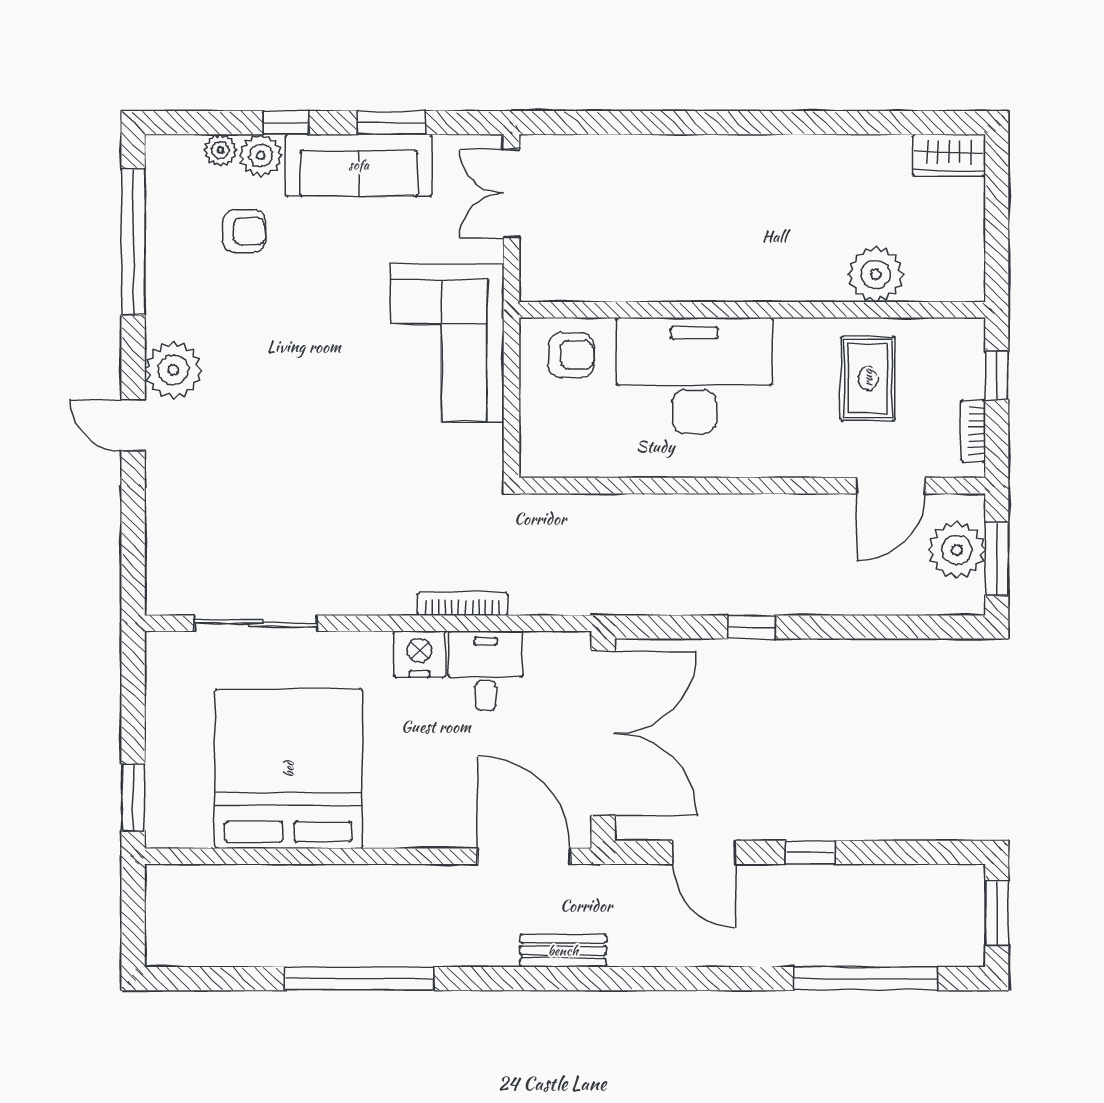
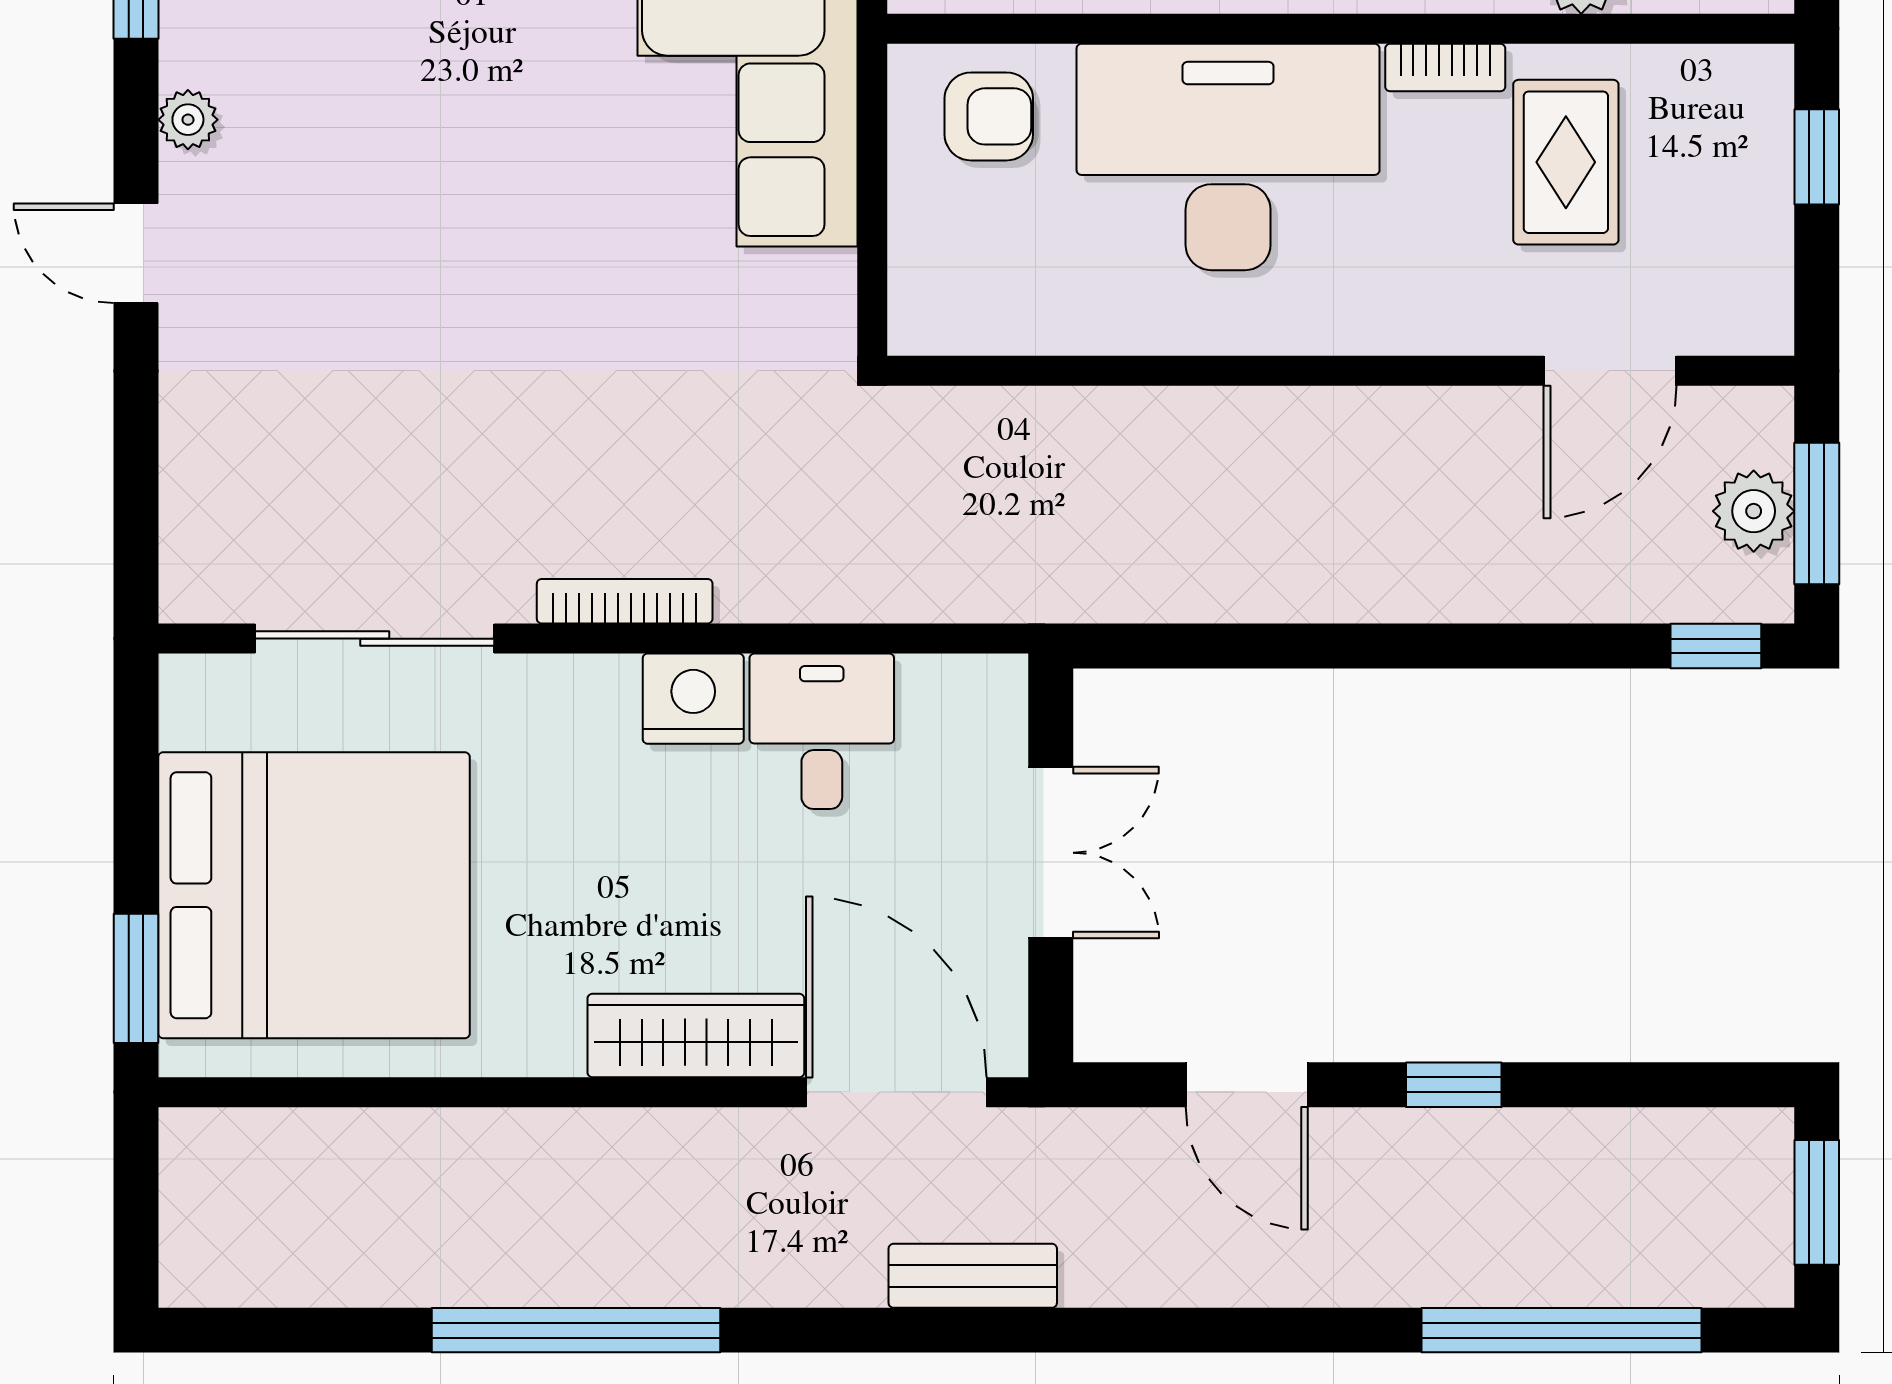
plant: (173, 370) -> (188, 120), width x0.53, depth x0.53
bookcase: (973, 431) -> (1445, 68), moved, turned -90
plant: (957, 550) -> (1754, 511), width x0.73, depth x0.73
bookcase: (462, 604) -> (625, 601), moved
window: (751, 627) -> (1716, 646), moved
double door: (603, 733) -> (1051, 853), width x0.54
bed: (289, 769) -> (314, 895), moved, turned 90
wardrobe: (421, 827) -> (696, 1035), added

